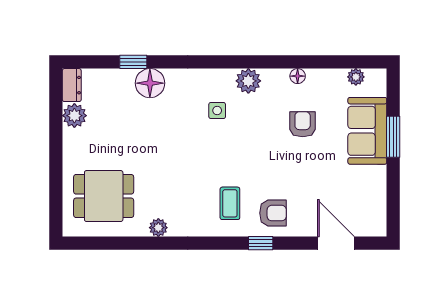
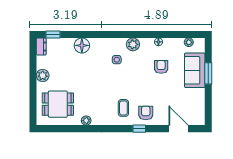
window: (133, 62) -> (53, 35), moved
plant: (74, 116) -> (43, 76), moved
armchair: (273, 213) -> (146, 113), turned -90

